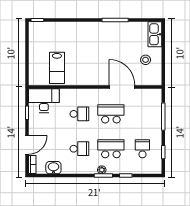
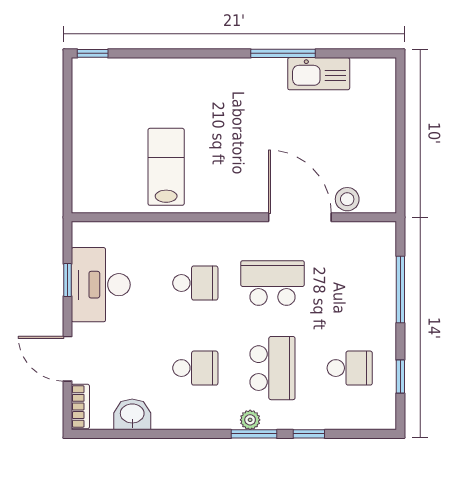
kitchen sink: (155, 34) -> (319, 74), moved, turned -90
stool: (146, 60) -> (347, 199), moved
lab bench: (57, 68) -> (166, 167), moved, turned 180
desk: (44, 101) -> (101, 285), moved, turned -90
door: (27, 145) -> (67, 359), swing flipped
school desk: (111, 149) -> (273, 368), turned 90
school desk: (142, 149) -> (350, 368), turned 90

